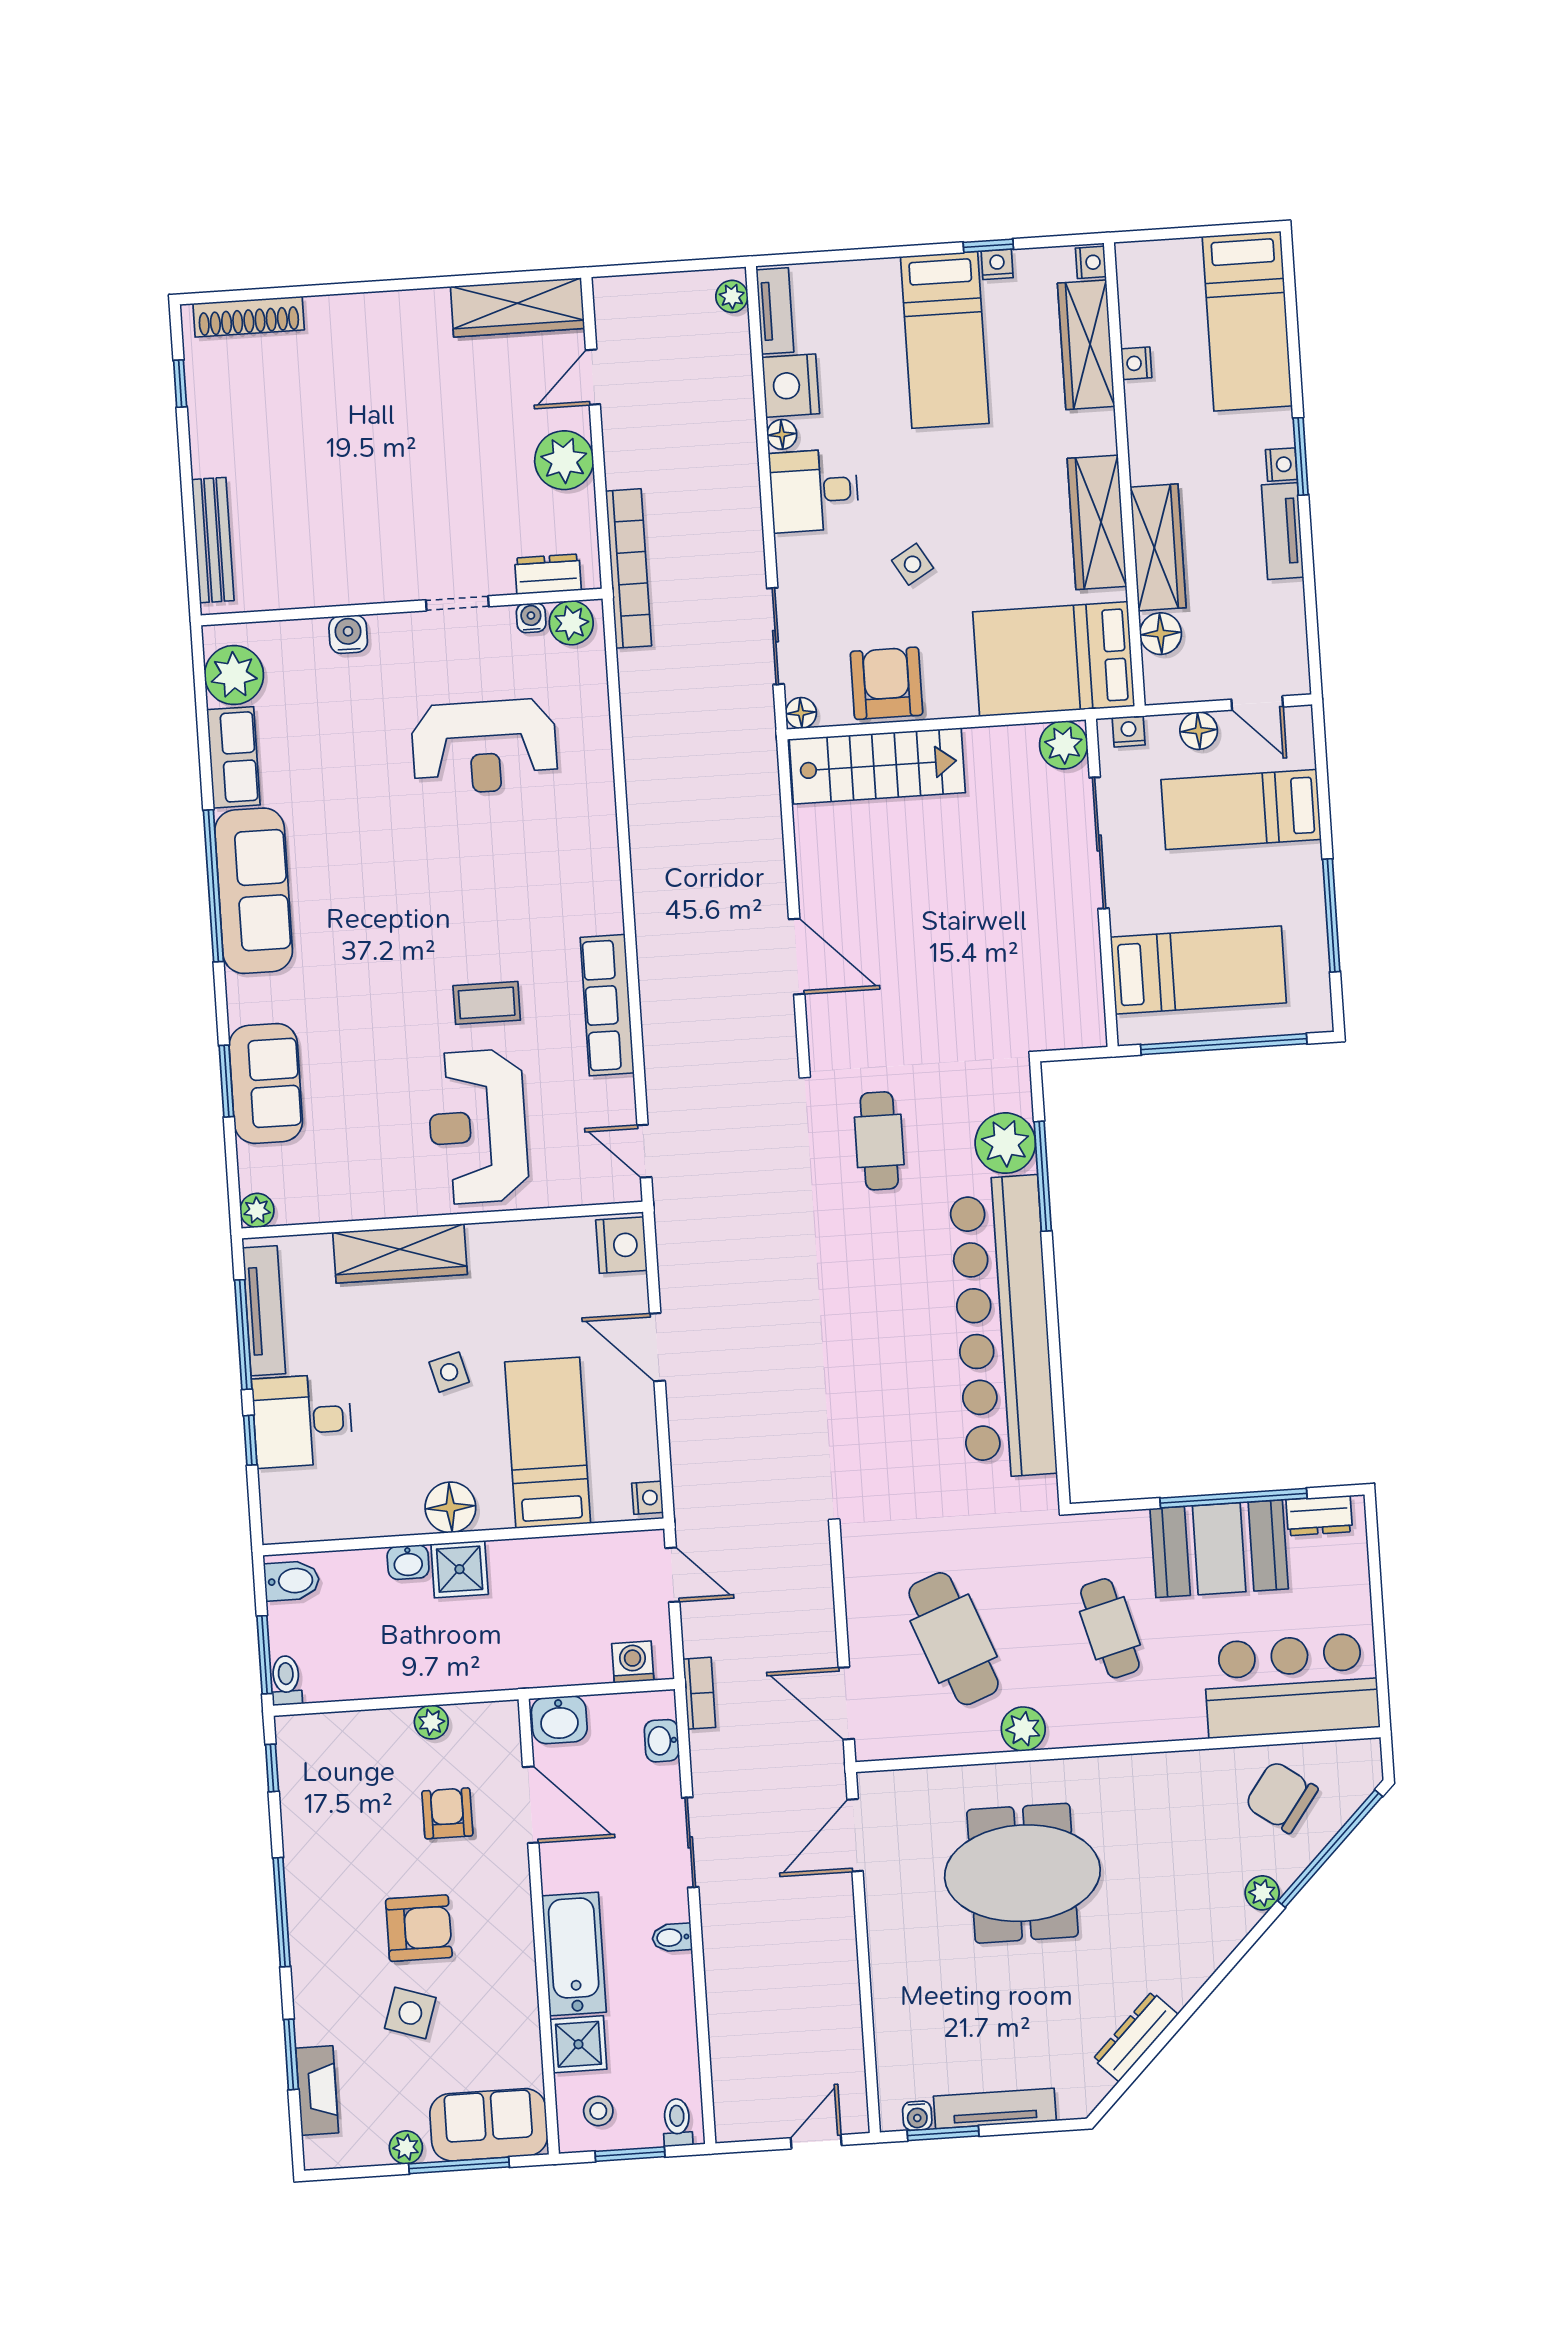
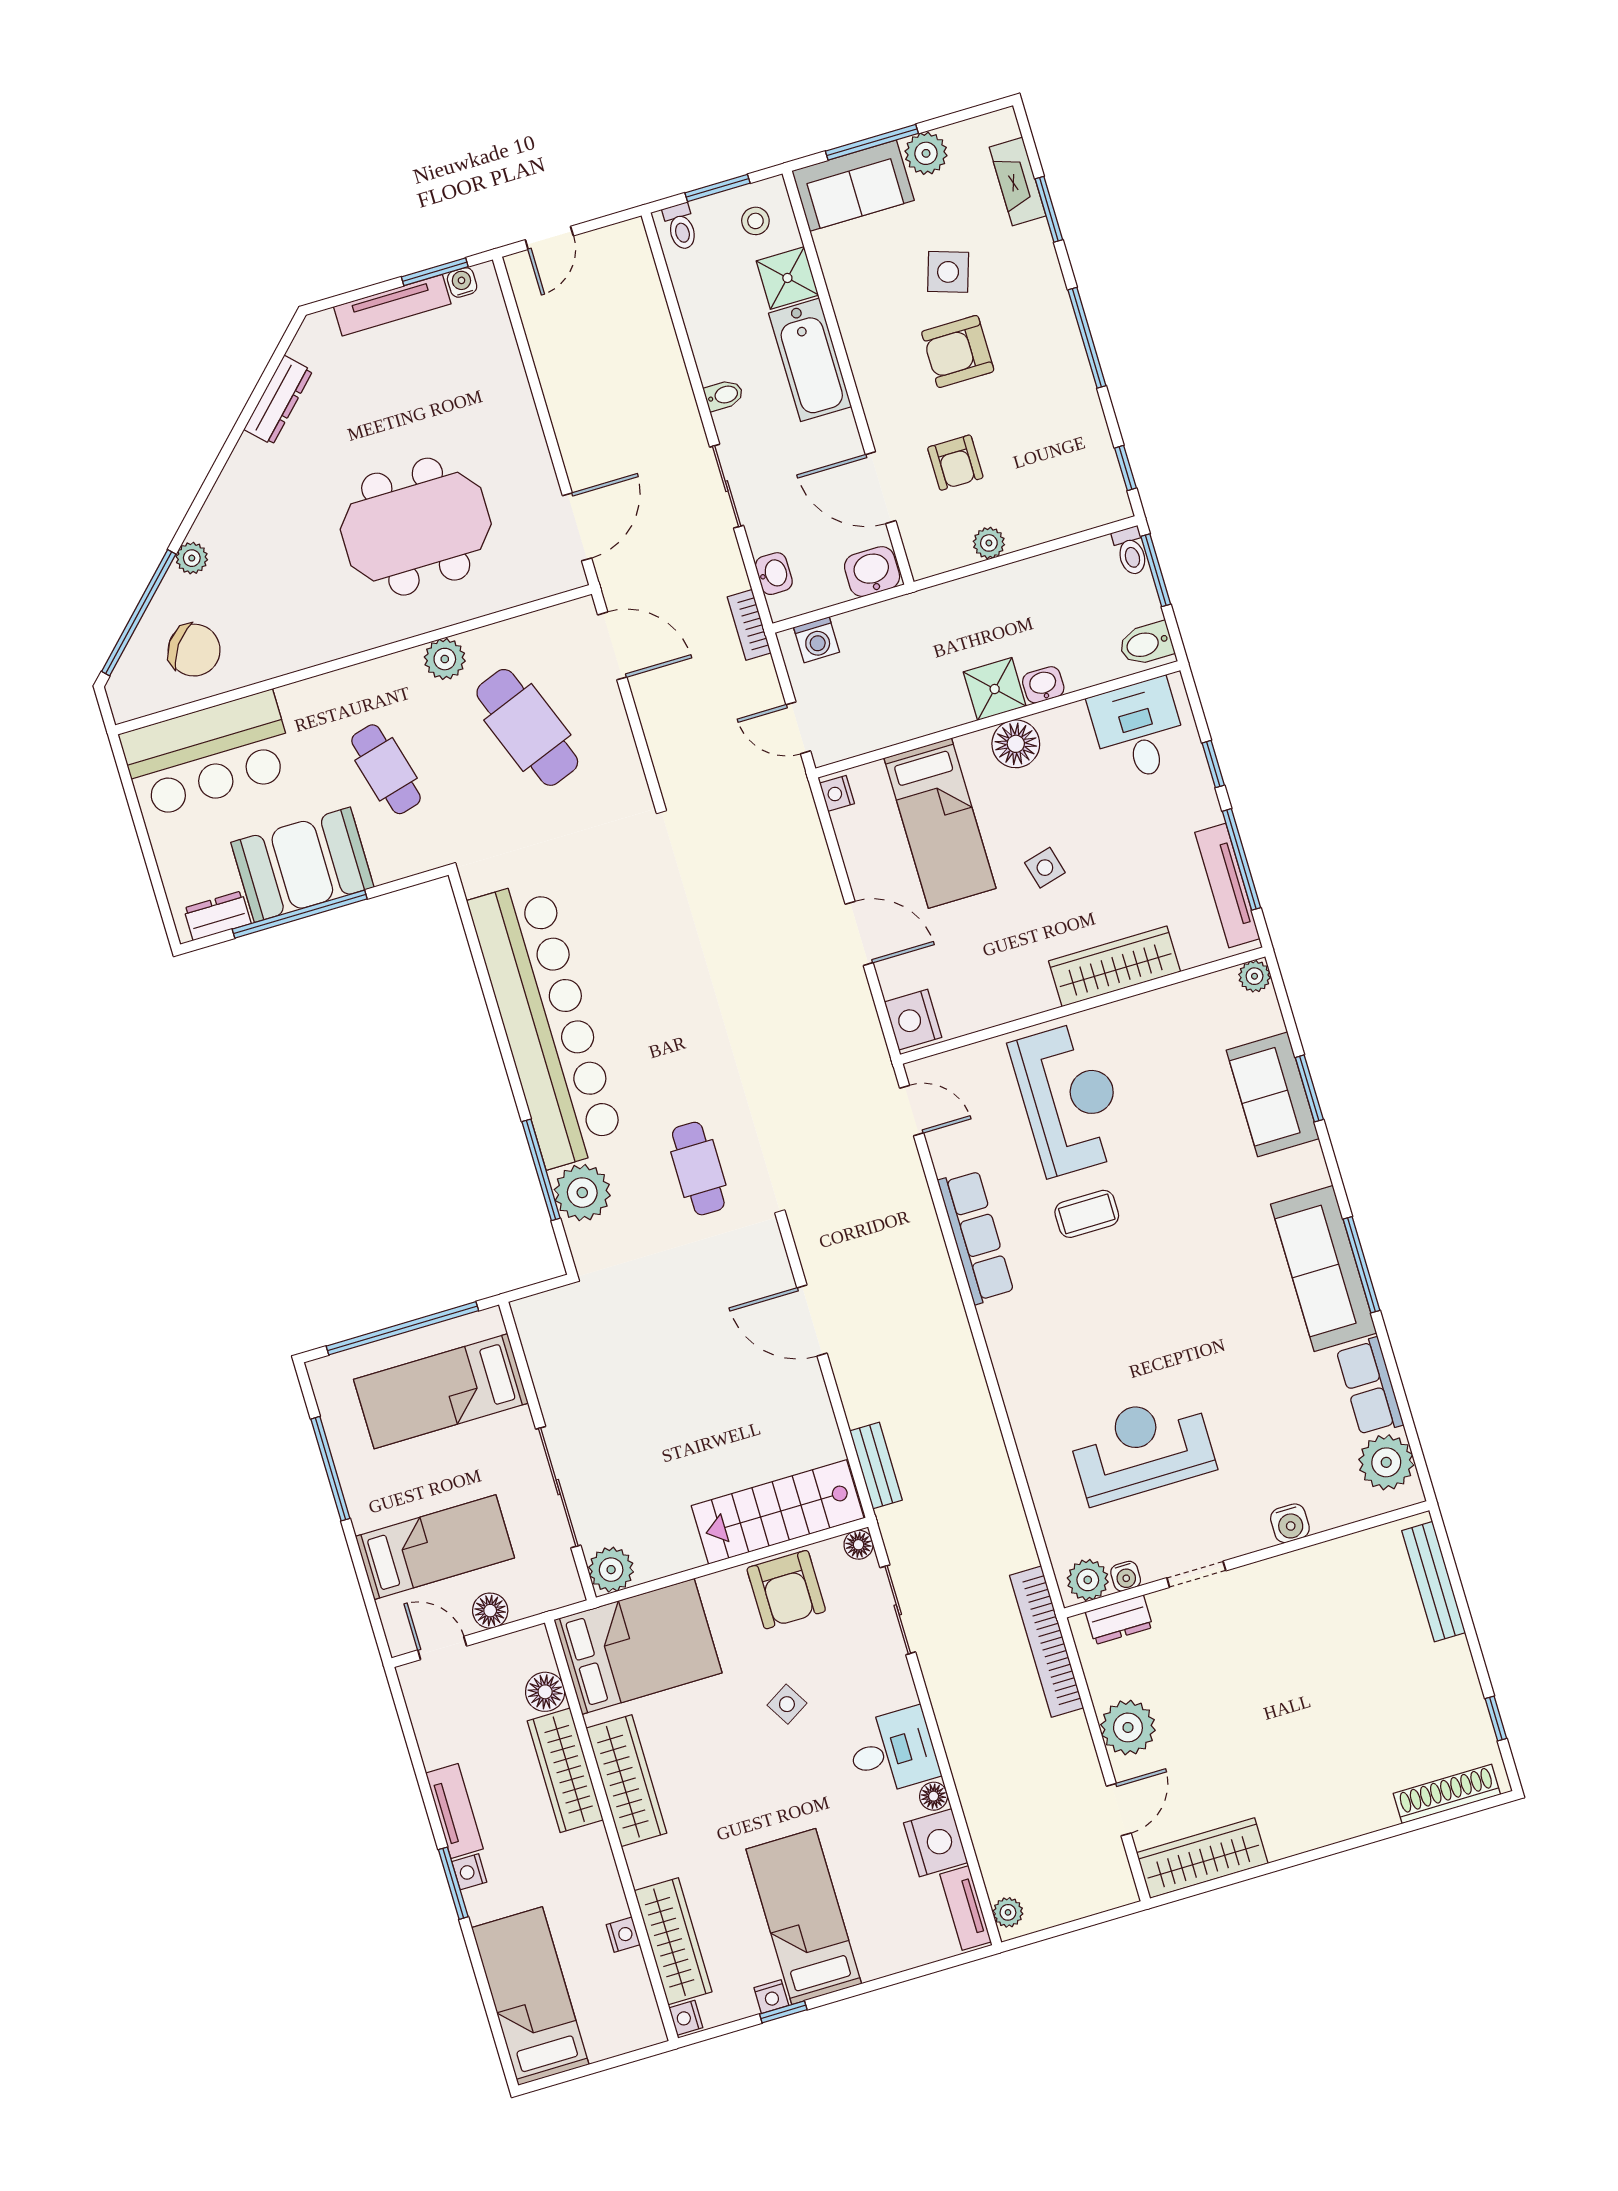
nightstand: (1129, 731) -> (554, 1596), removed
bench: (764, 791) -> (876, 1465), added
window: (213, 886) -> (1362, 1265), width x0.68
desk: (302, 1421) -> (1138, 730), moved, turned -90
plant: (406, 2147) -> (926, 153), width x1.38, depth x1.38

